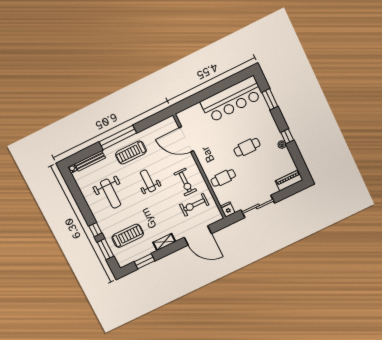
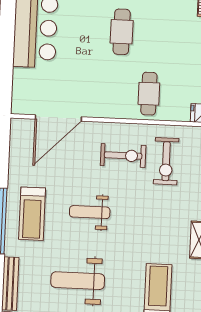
weight bench: (111, 194) -> (78, 281), turned 180

